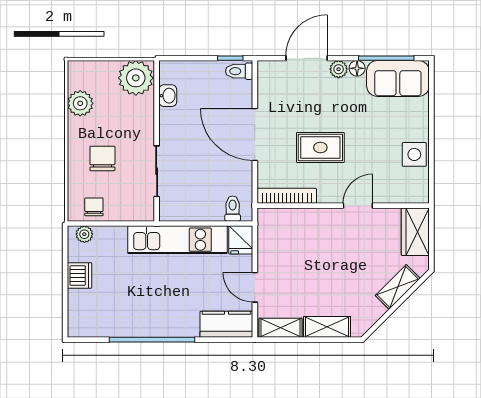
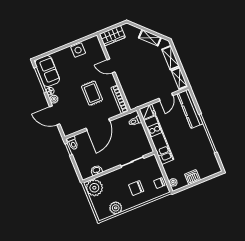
shelving: (398, 287) -> (150, 38), moved
kitchen counter: (226, 324) -> (190, 109), width x1.50

